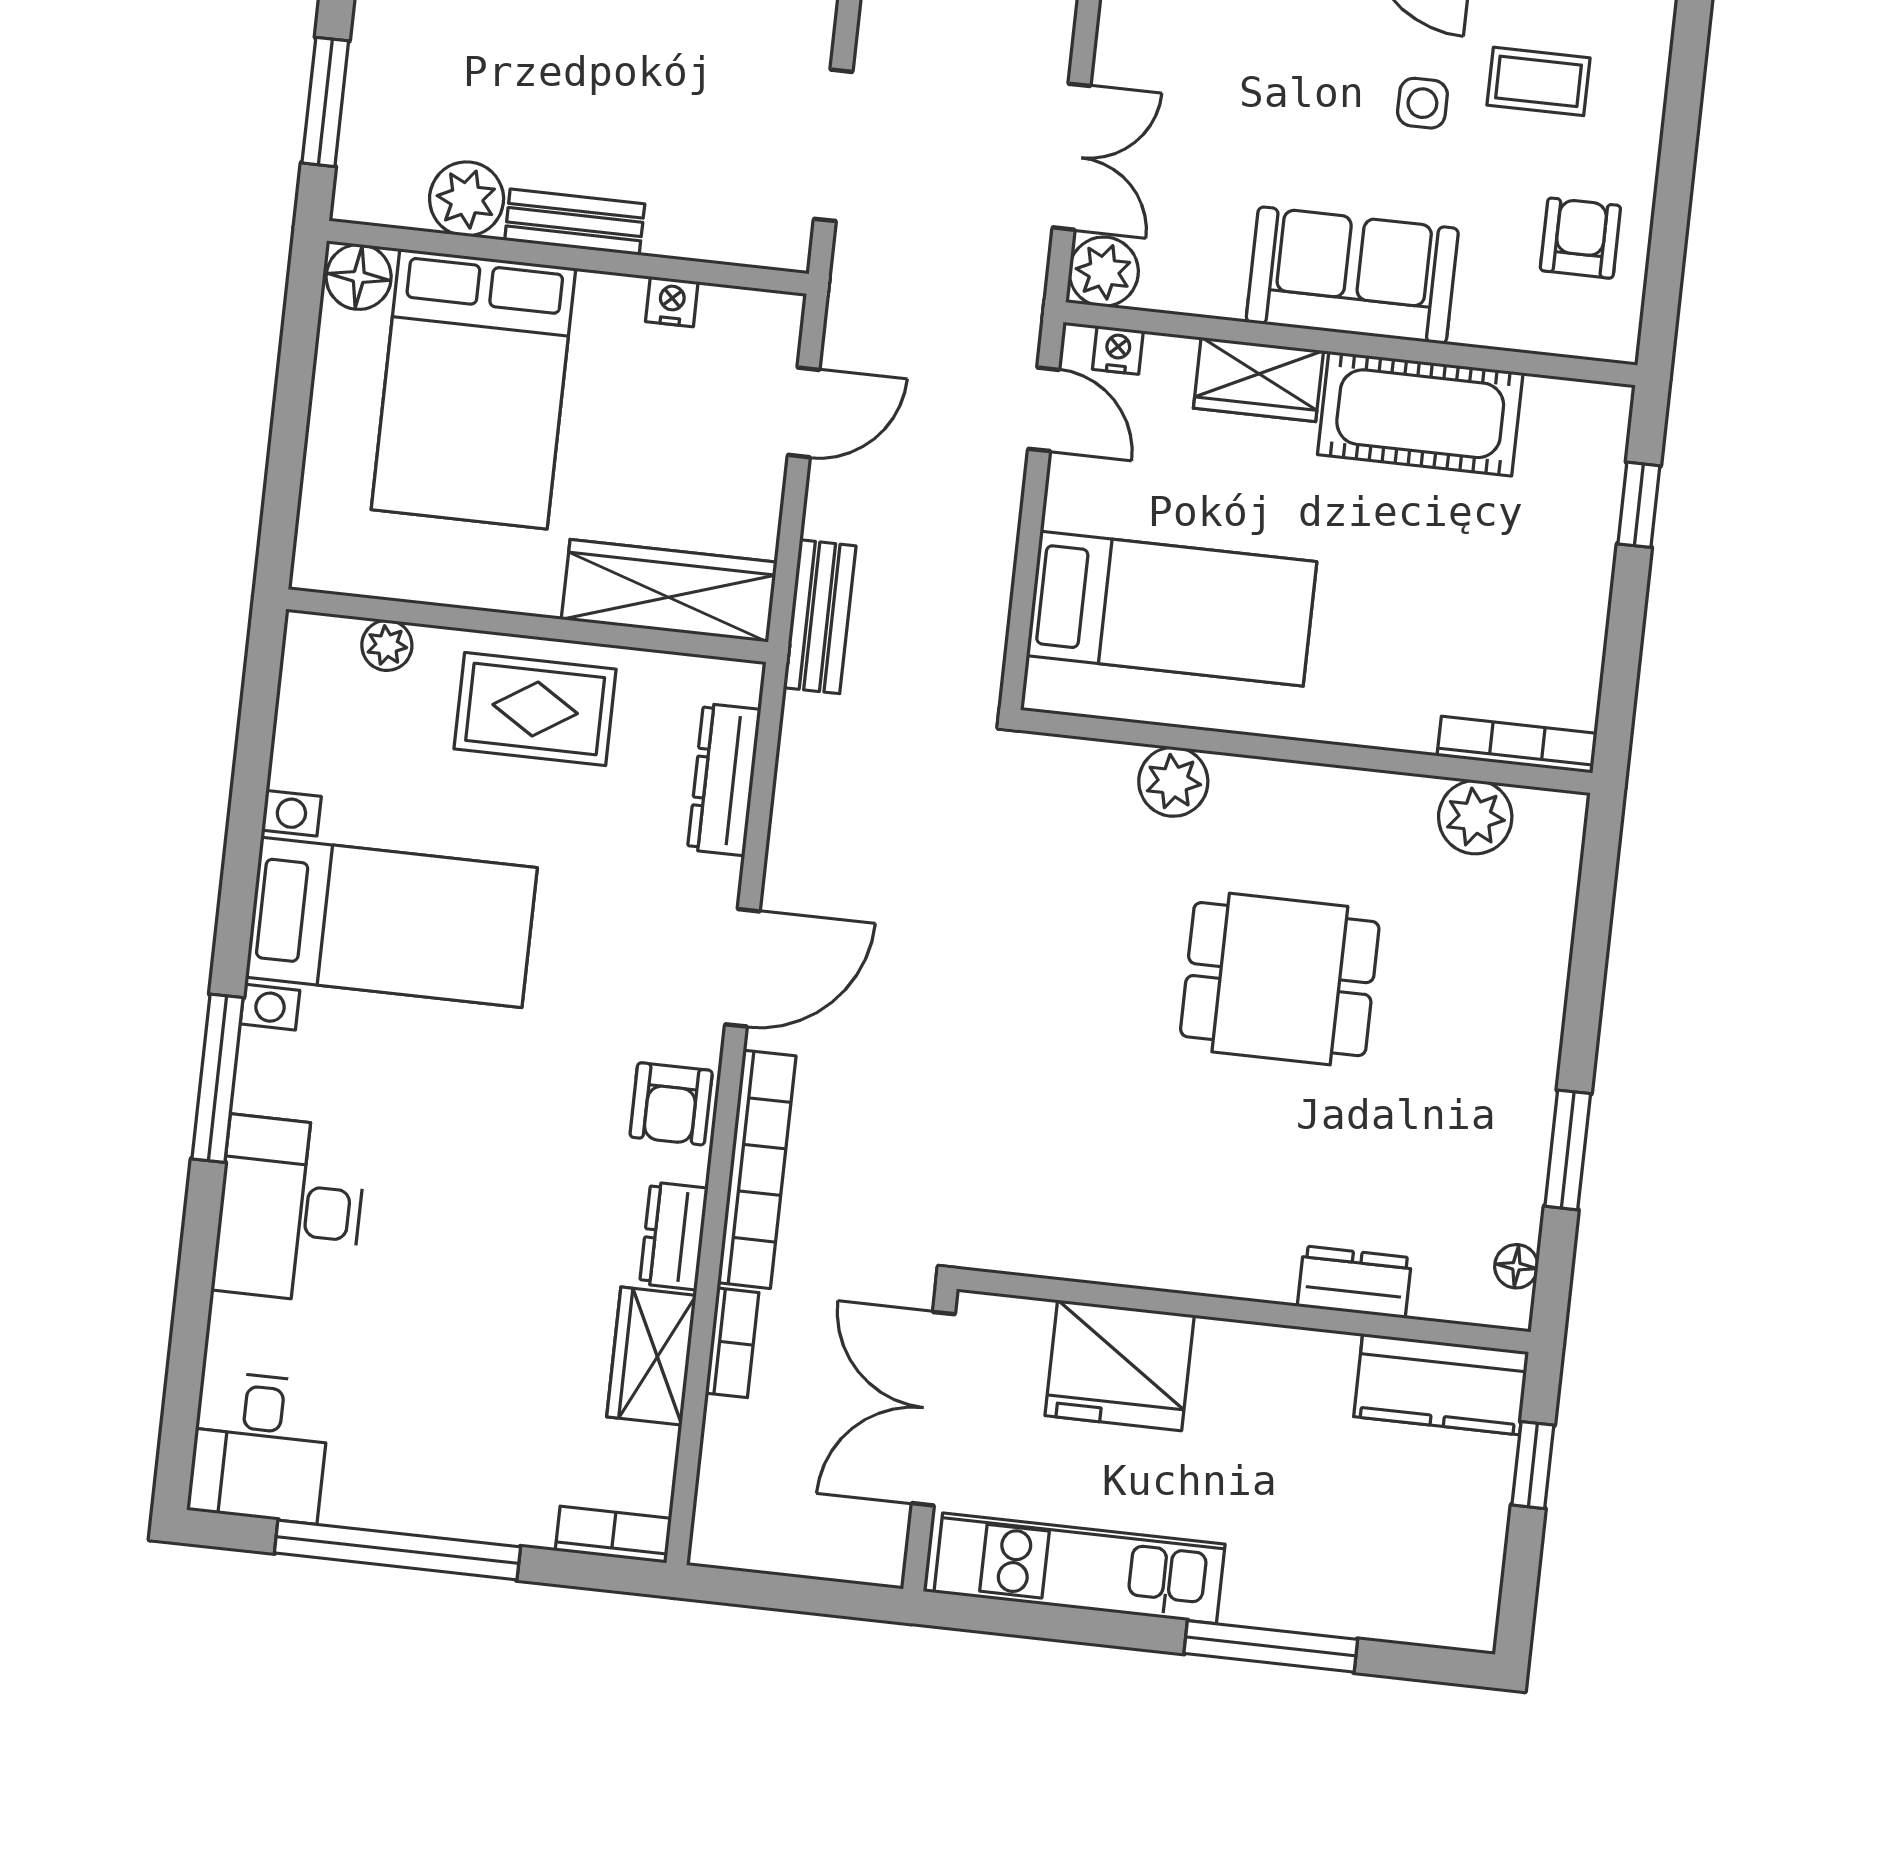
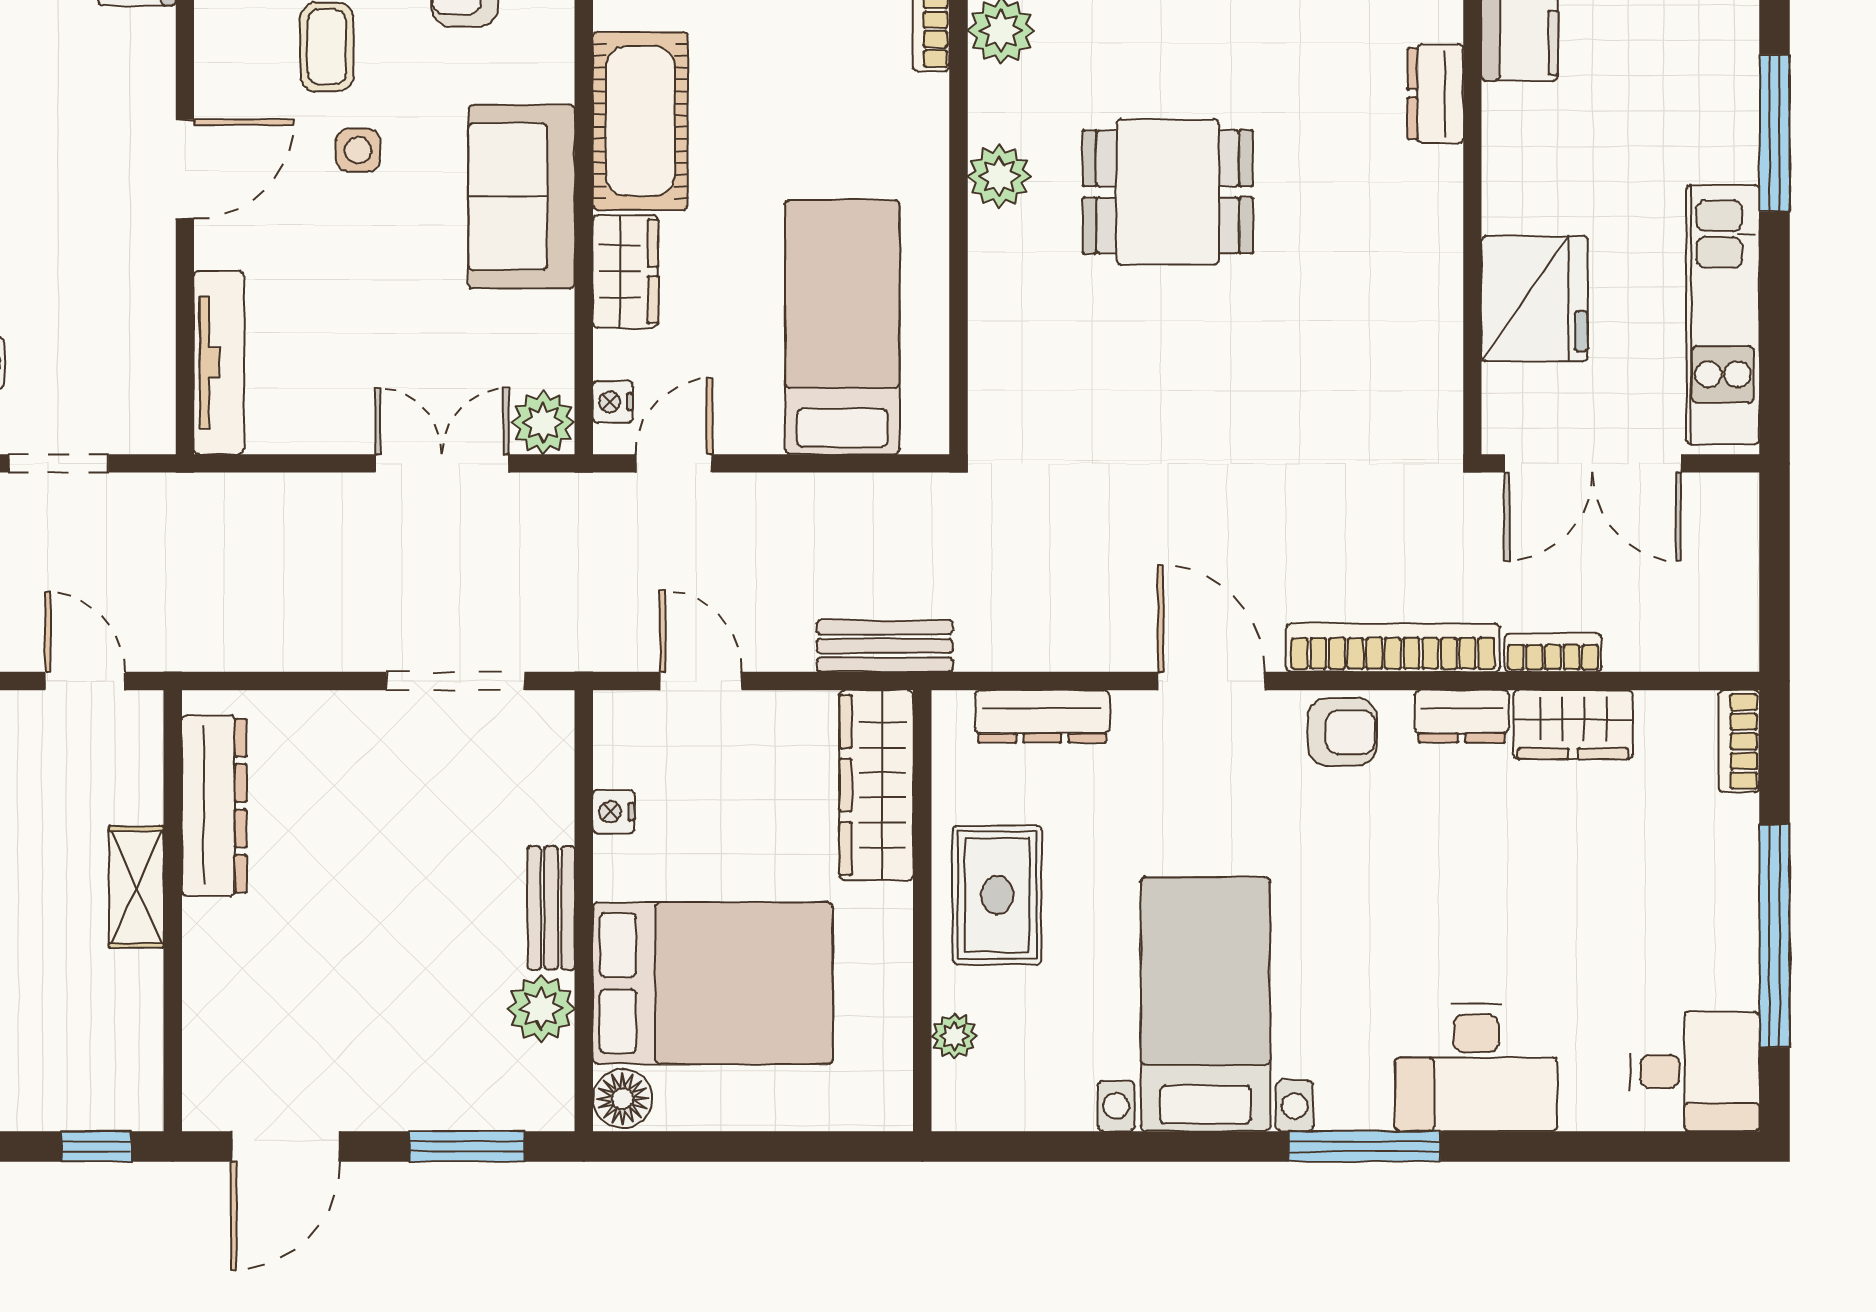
plant: (1173, 782) -> (999, 176), moved
dining table: (1280, 979) -> (1168, 192), turned 90

